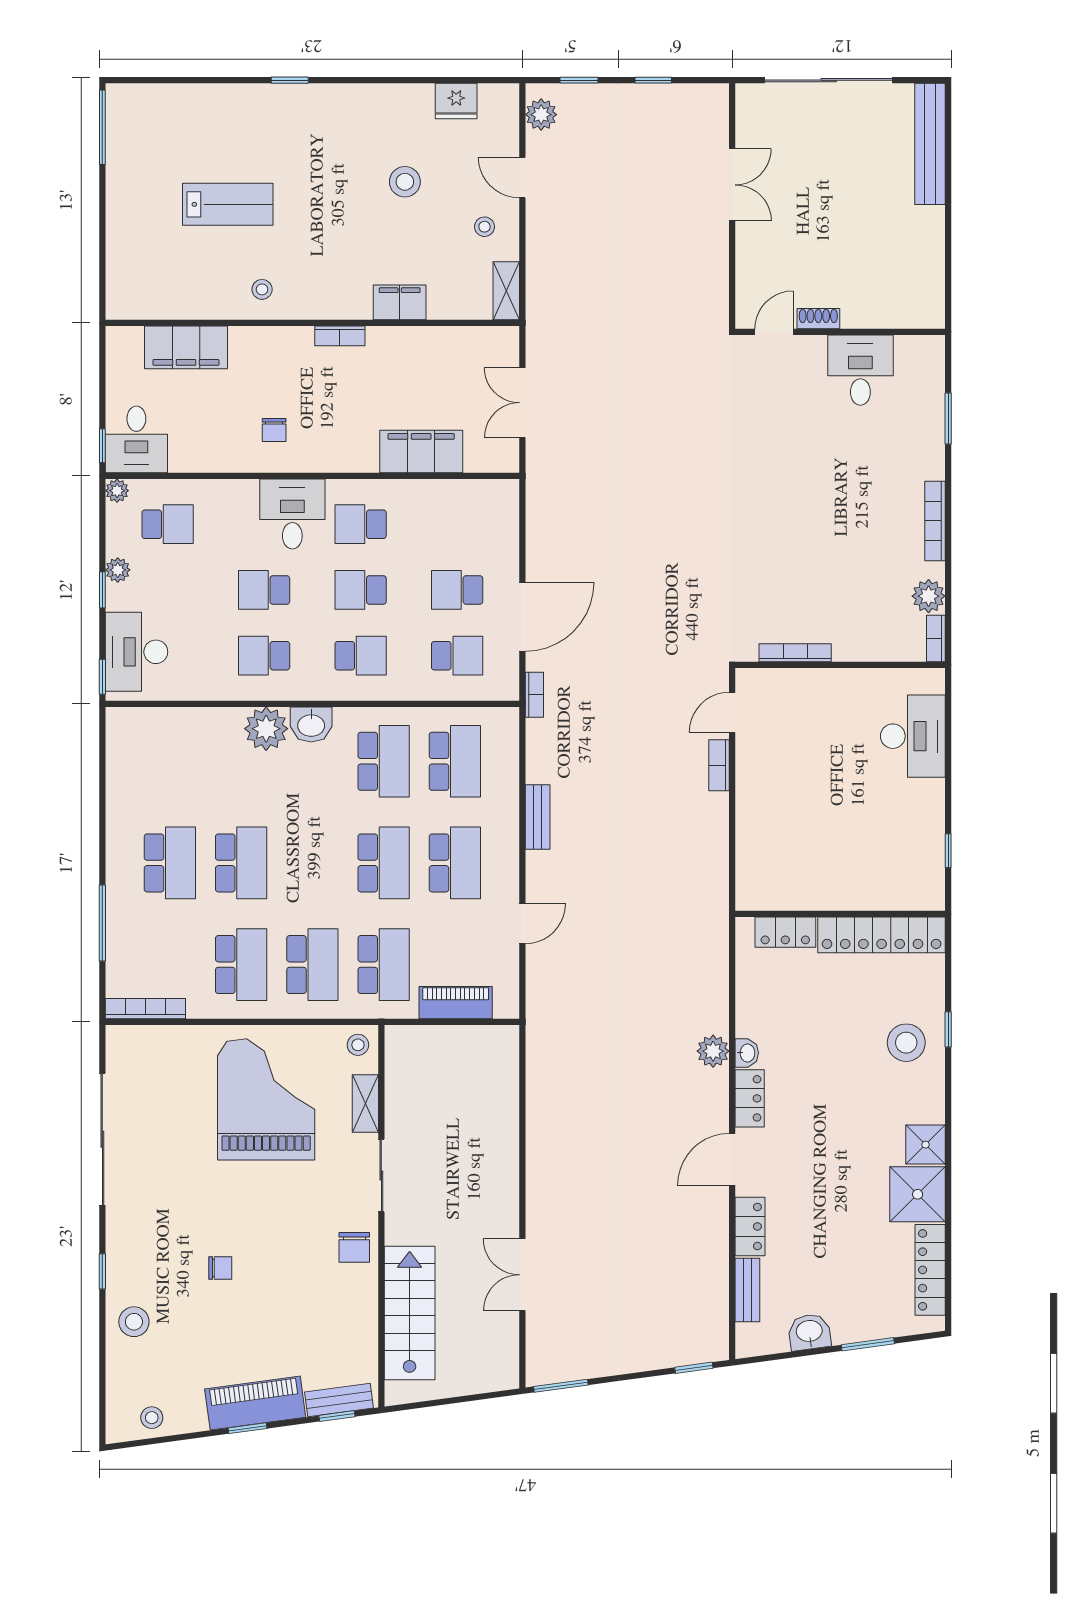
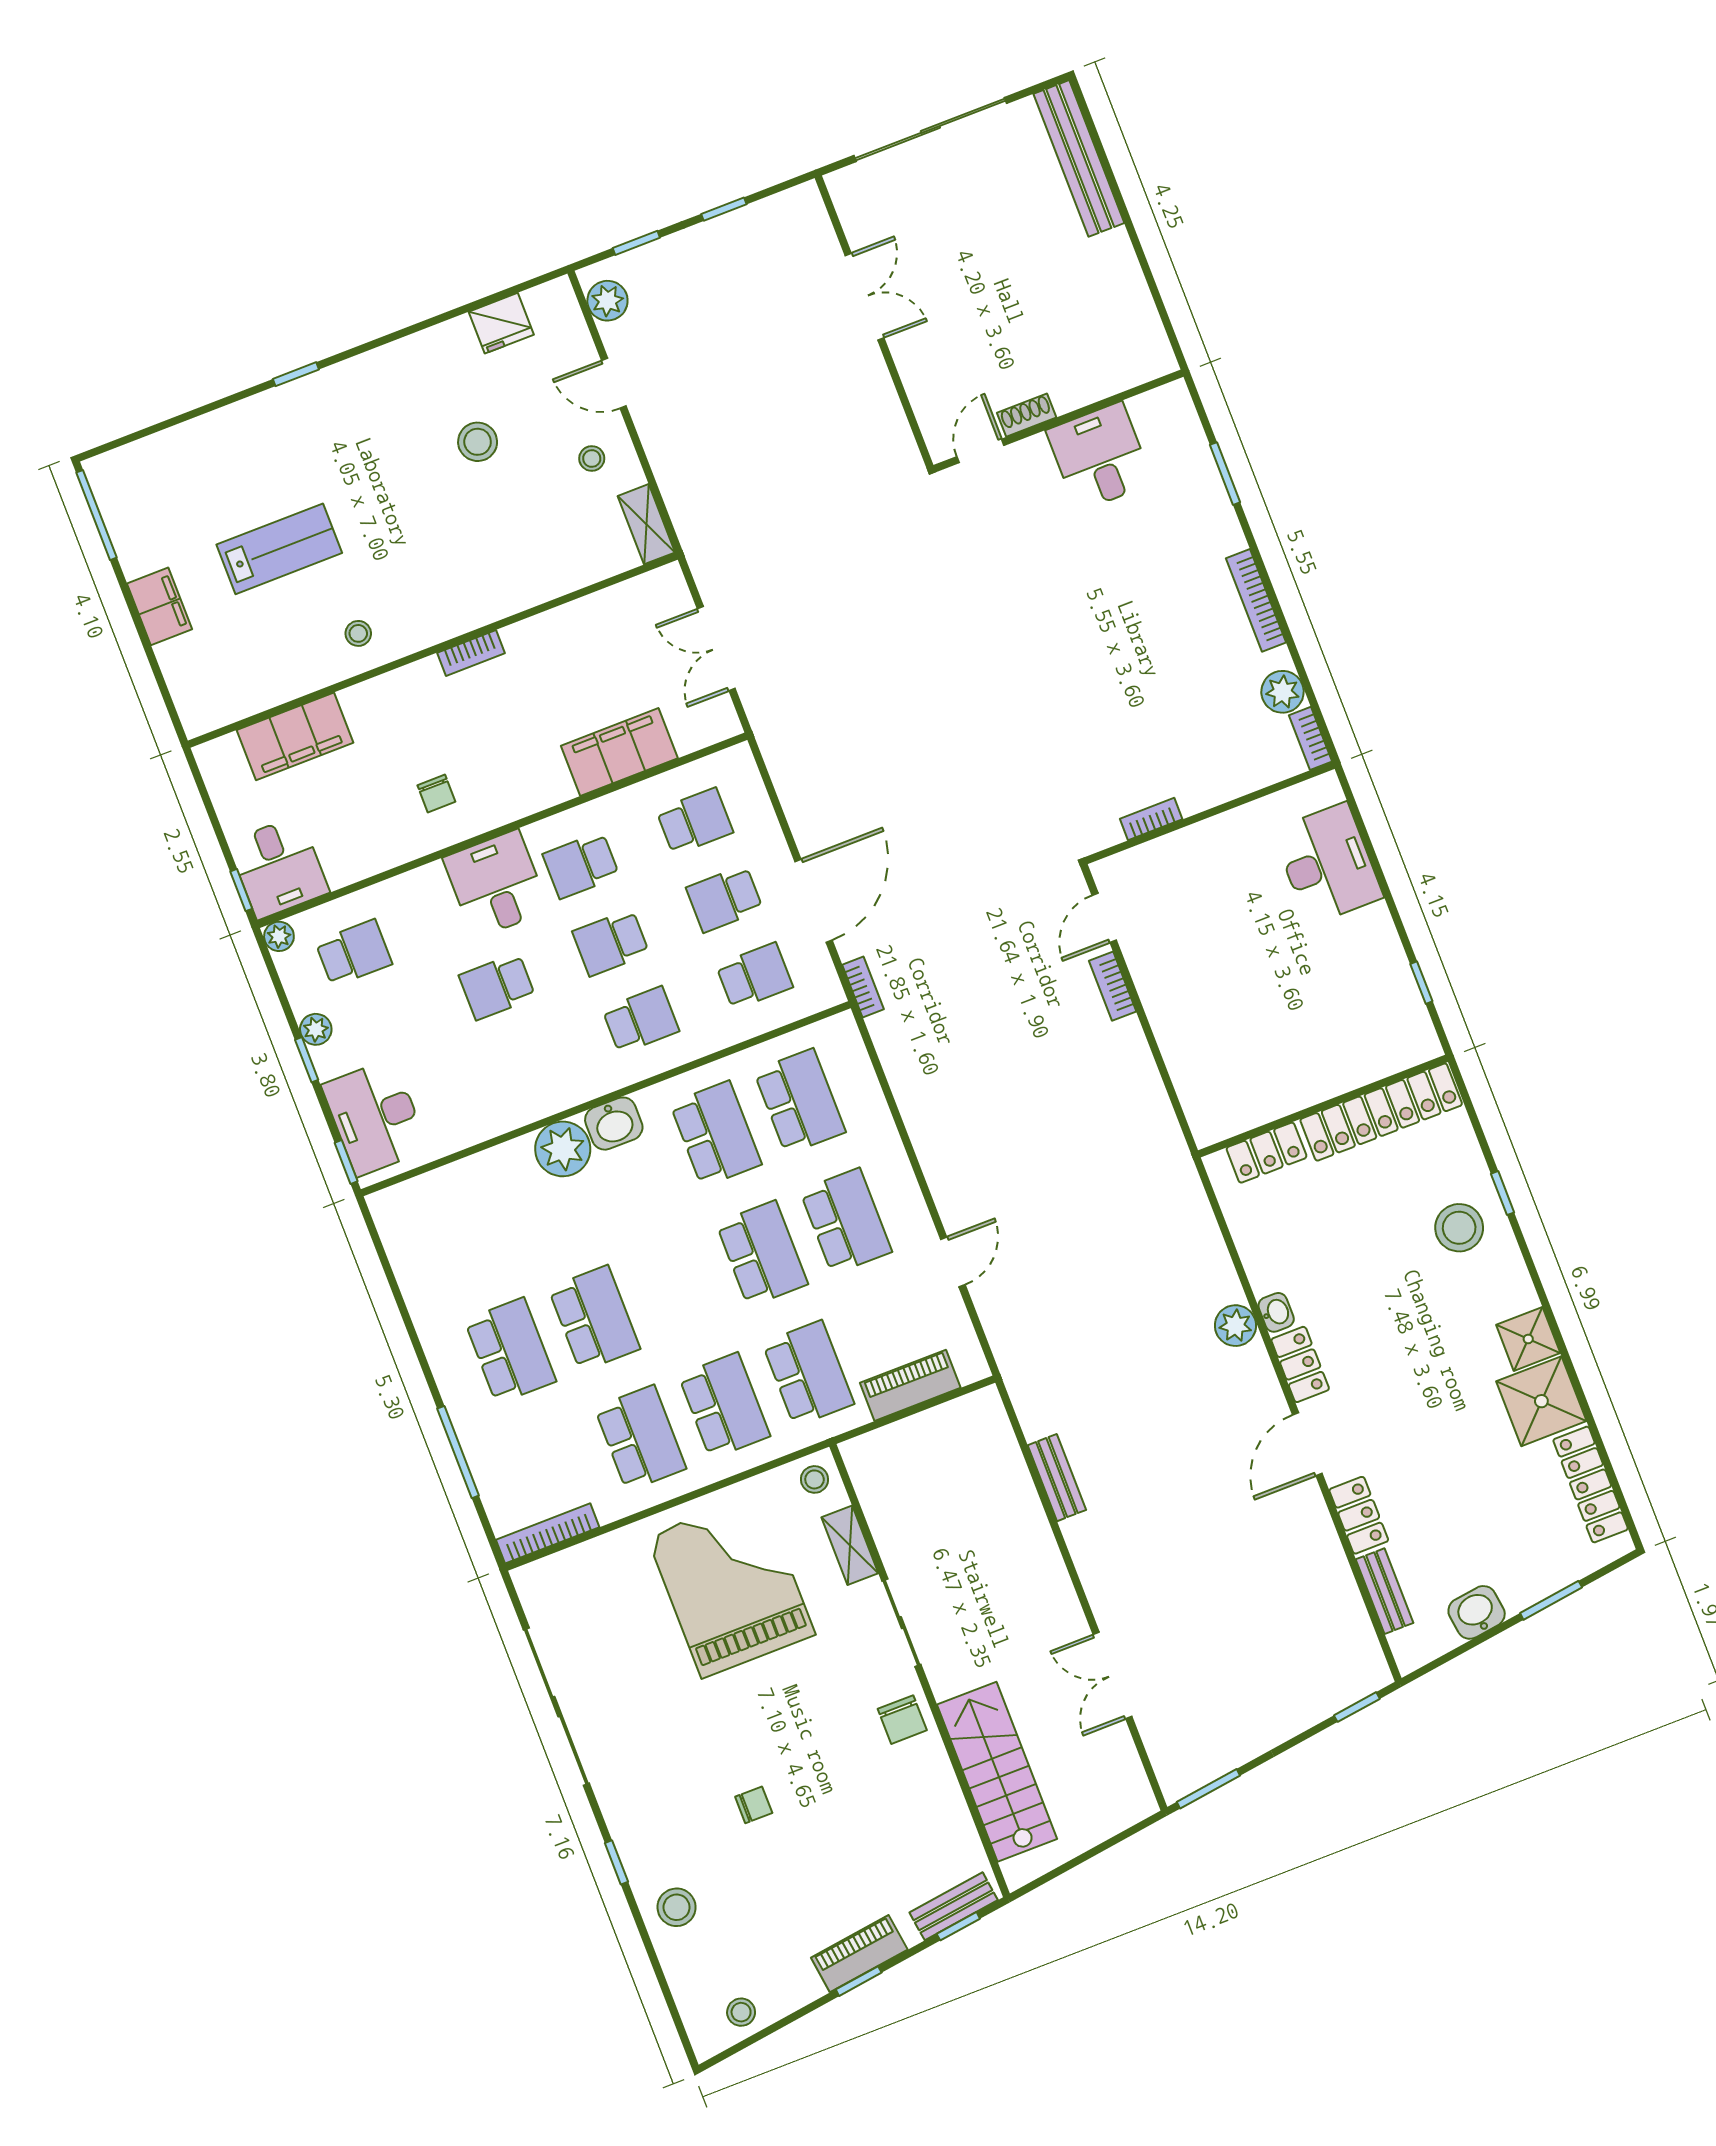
filing cabinet: (400, 302) -> (160, 606), moved, turned 90
bookcase: (795, 653) -> (1151, 819), width x0.64
school desk: (264, 656) -> (695, 821), moved, turned 180
bench: (538, 817) -> (1057, 1478), moved
piano: (255, 1403) -> (859, 1954), width x0.73, depth x0.75

